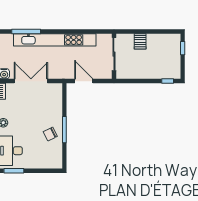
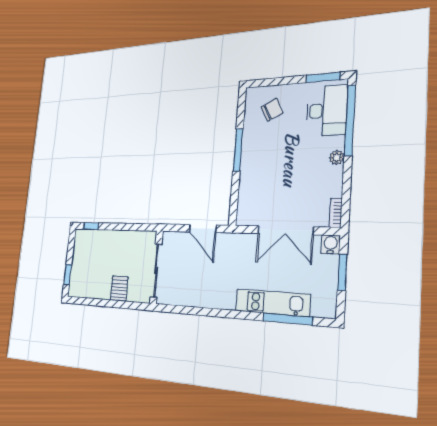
kitchen unit: (55, 40) -> (272, 303), width x0.54
chair: (50, 134) -> (272, 110), moved

